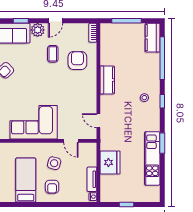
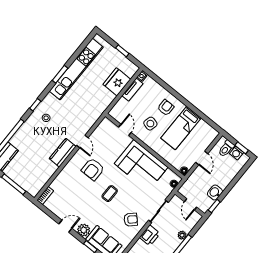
coffee table: (53, 54) -> (110, 194), moved
armchair: (77, 60) -> (93, 169), moved
door: (98, 121) -> (82, 142), moved
kitchen unit: (152, 158) -> (76, 69), width x1.36
fridge: (110, 162) -> (117, 82), moved

